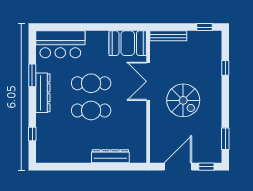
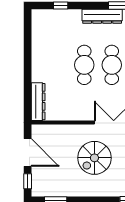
dresser: (110, 156) -> (38, 102), moved

